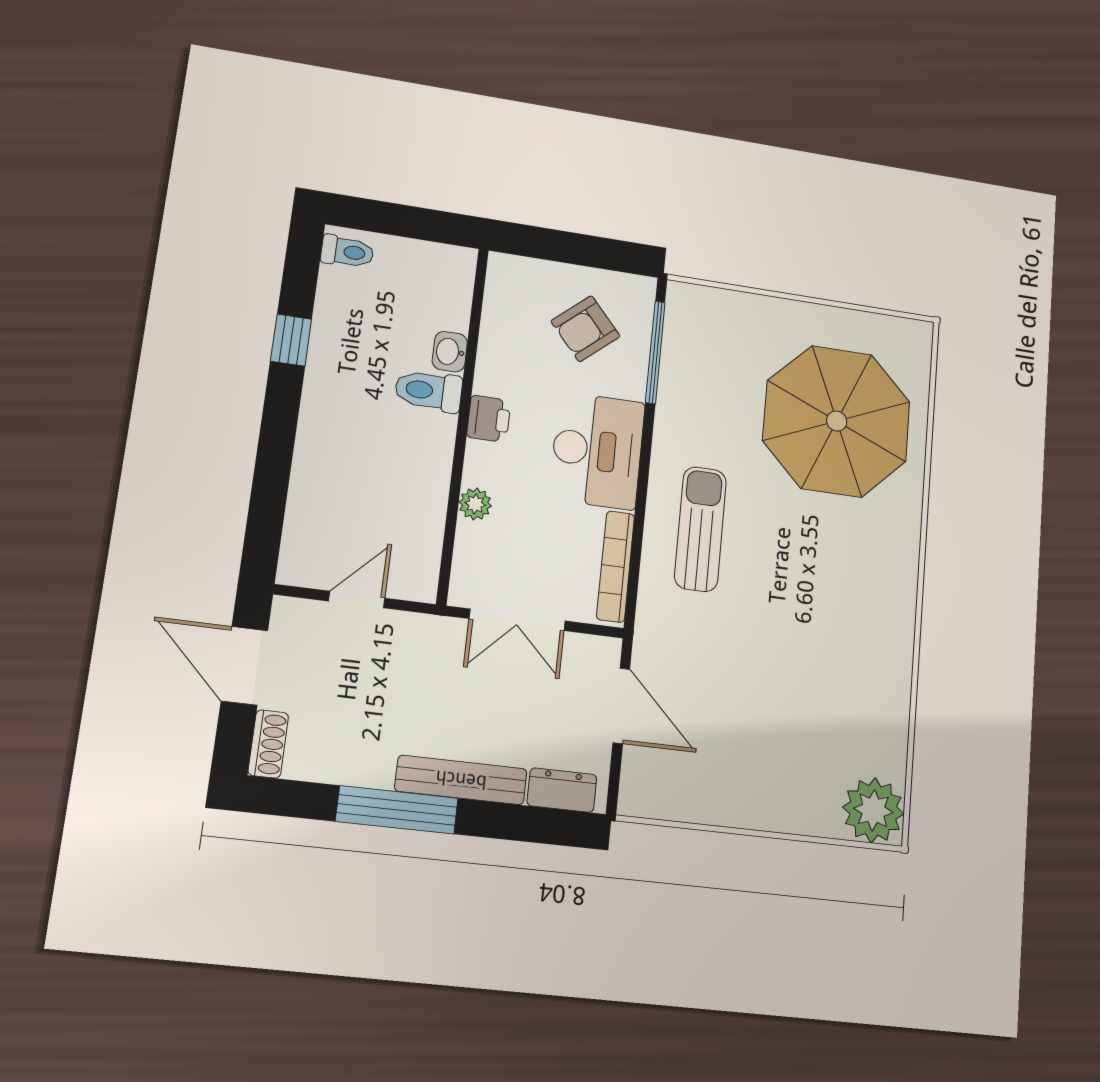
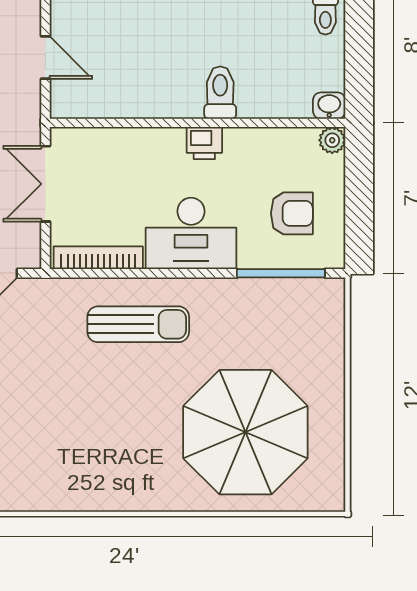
armchair: (586, 329) -> (292, 213), turned 131
washbasin: (450, 352) -> (329, 106), moved
plant: (475, 504) -> (332, 140), moved

